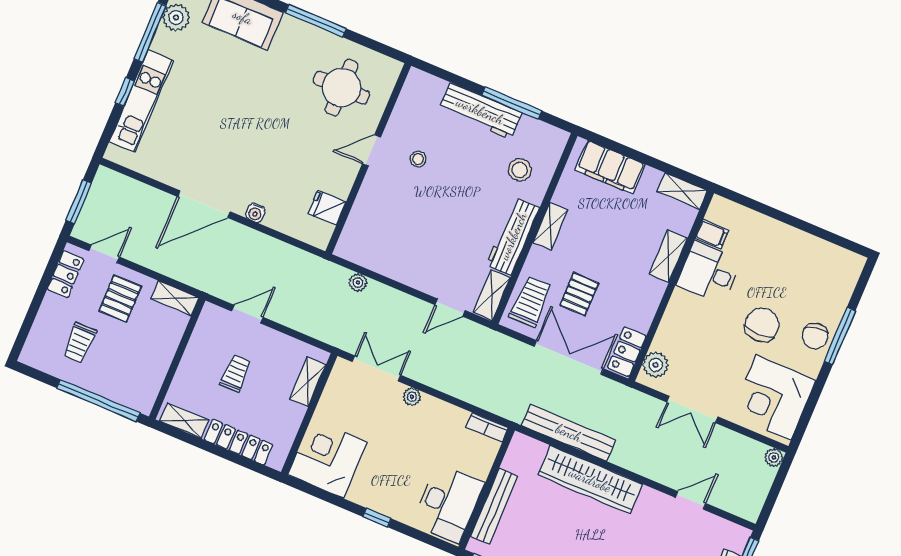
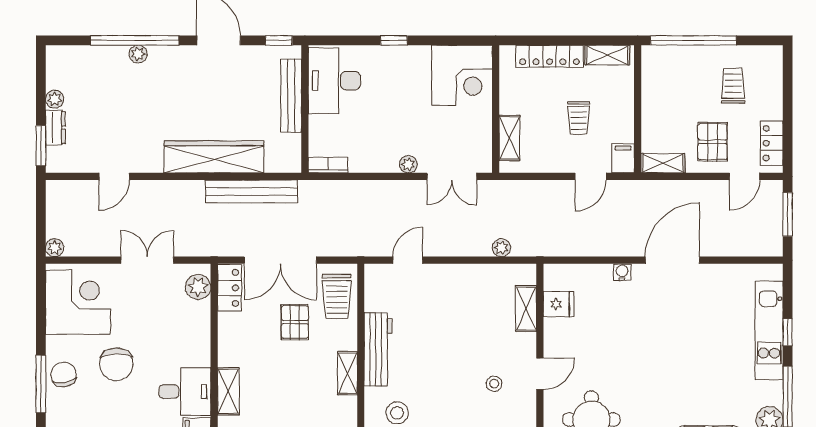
shelving: (492, 295) -> (526, 309), moved
filing cabinet: (210, 318) -> (623, 158), added

